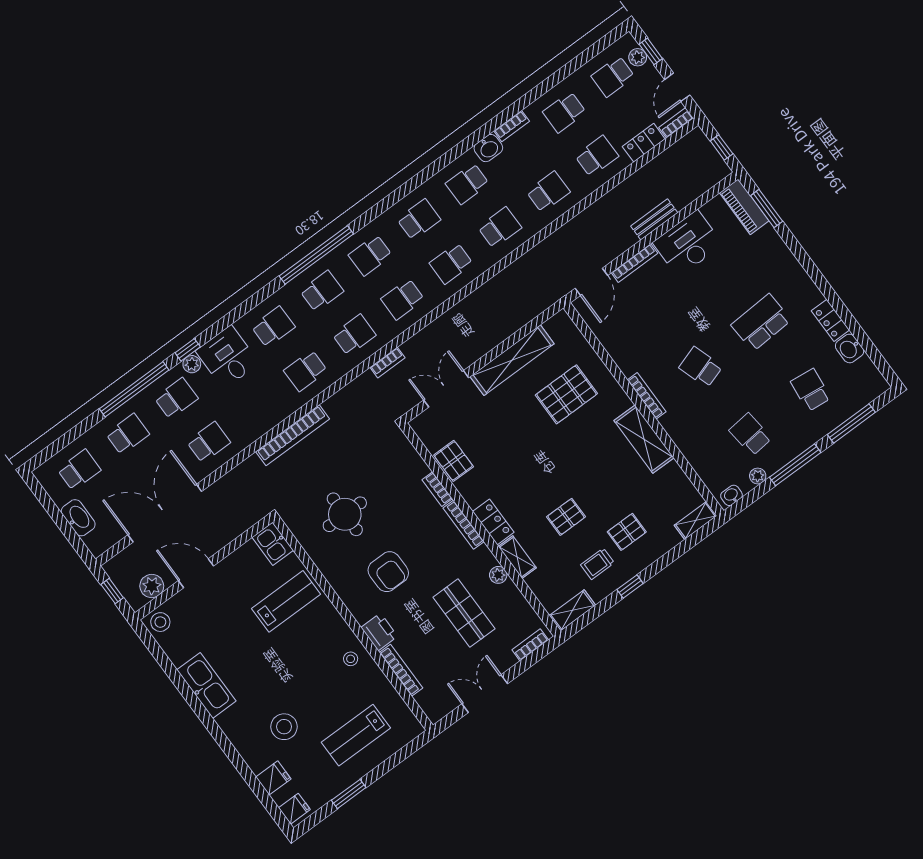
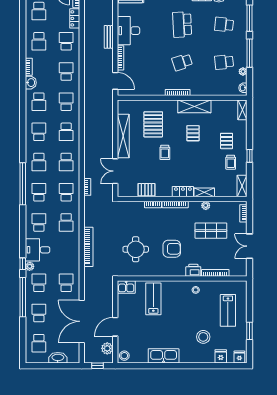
trolley: (535, 446) -> (165, 152), added
school desk: (79, 470) -> (39, 343), turned 180
pallet: (566, 517) -> (193, 133), moved

